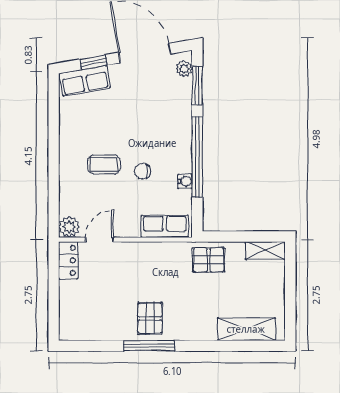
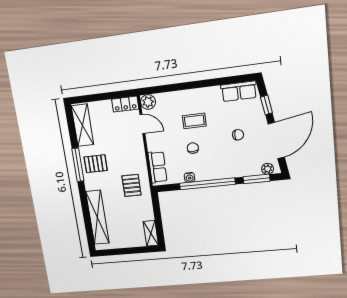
row of seats: (85, 81) -> (239, 91), moved, turned -80
chair: (131, 105) -> (238, 135), added
coffee table: (104, 164) -> (194, 121), turned 90
pallet: (209, 260) -> (131, 185), moved
shelving: (91, 329) -> (82, 125), added
shelving: (246, 329) -> (97, 217), width x1.47

